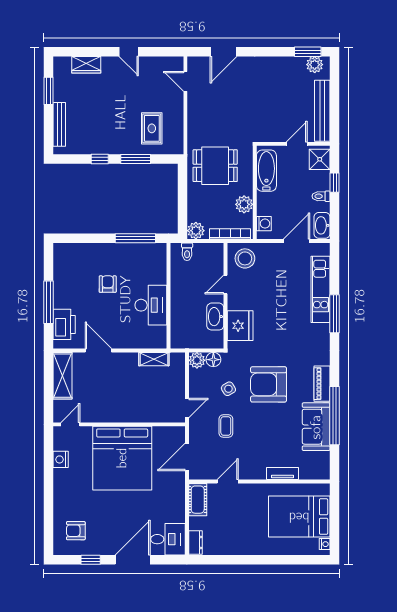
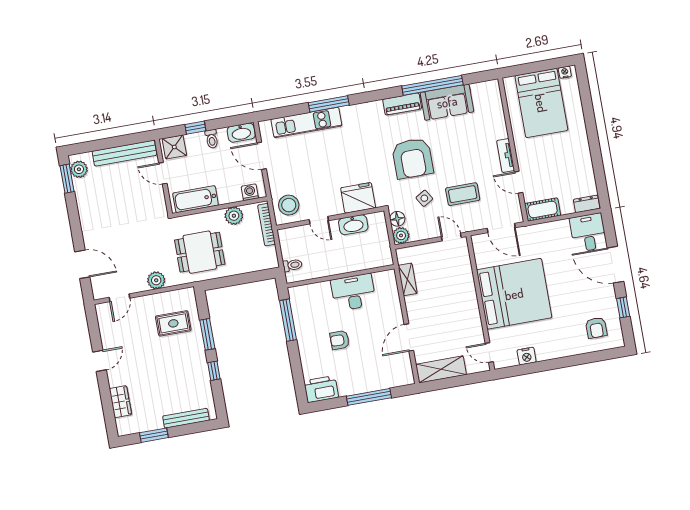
dining table: (215, 166) -> (200, 252), turned 90
plant: (196, 231) -> (156, 280), moved
printer: (64, 324) -> (321, 389), moved
coffee table: (226, 426) -> (463, 194), width x1.36, depth x1.30
tv unit: (283, 473) -> (506, 156), moved

